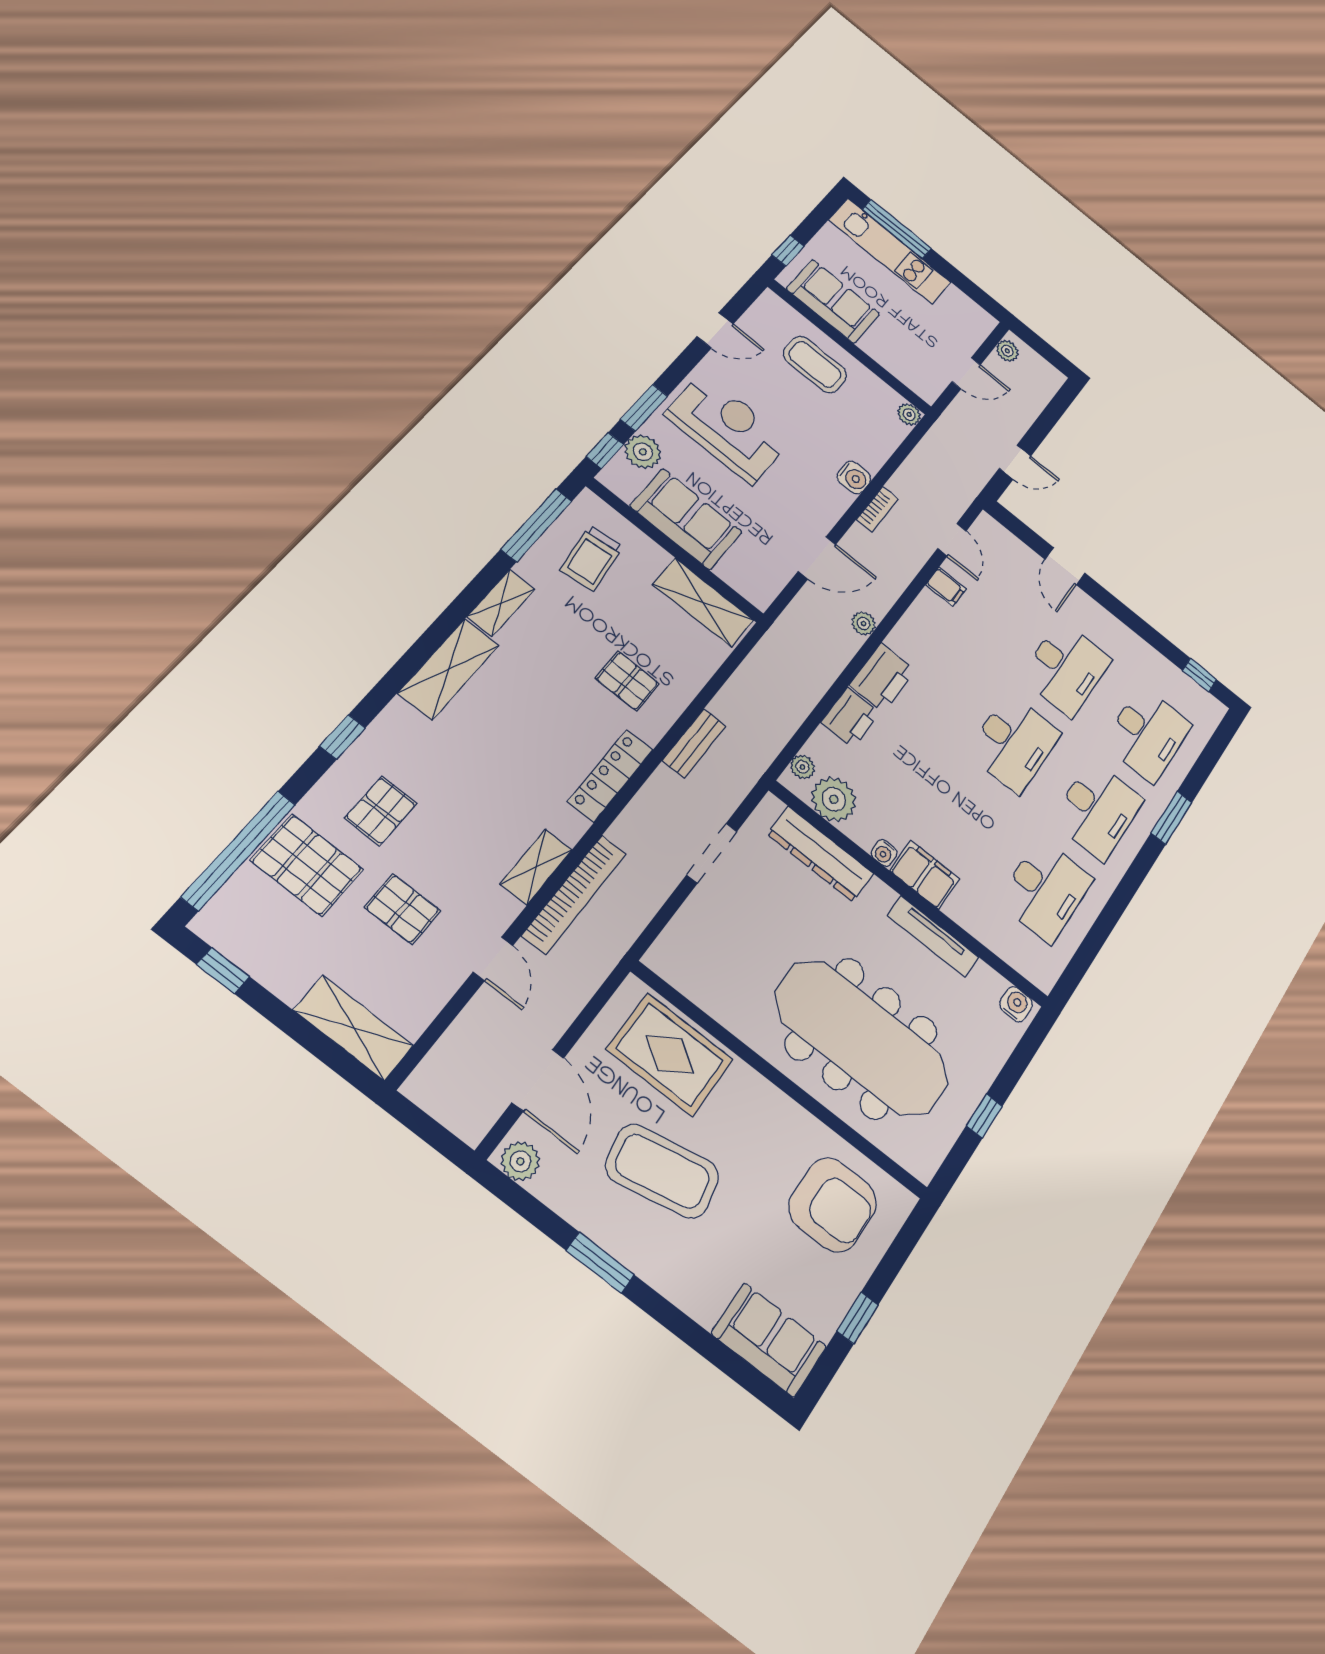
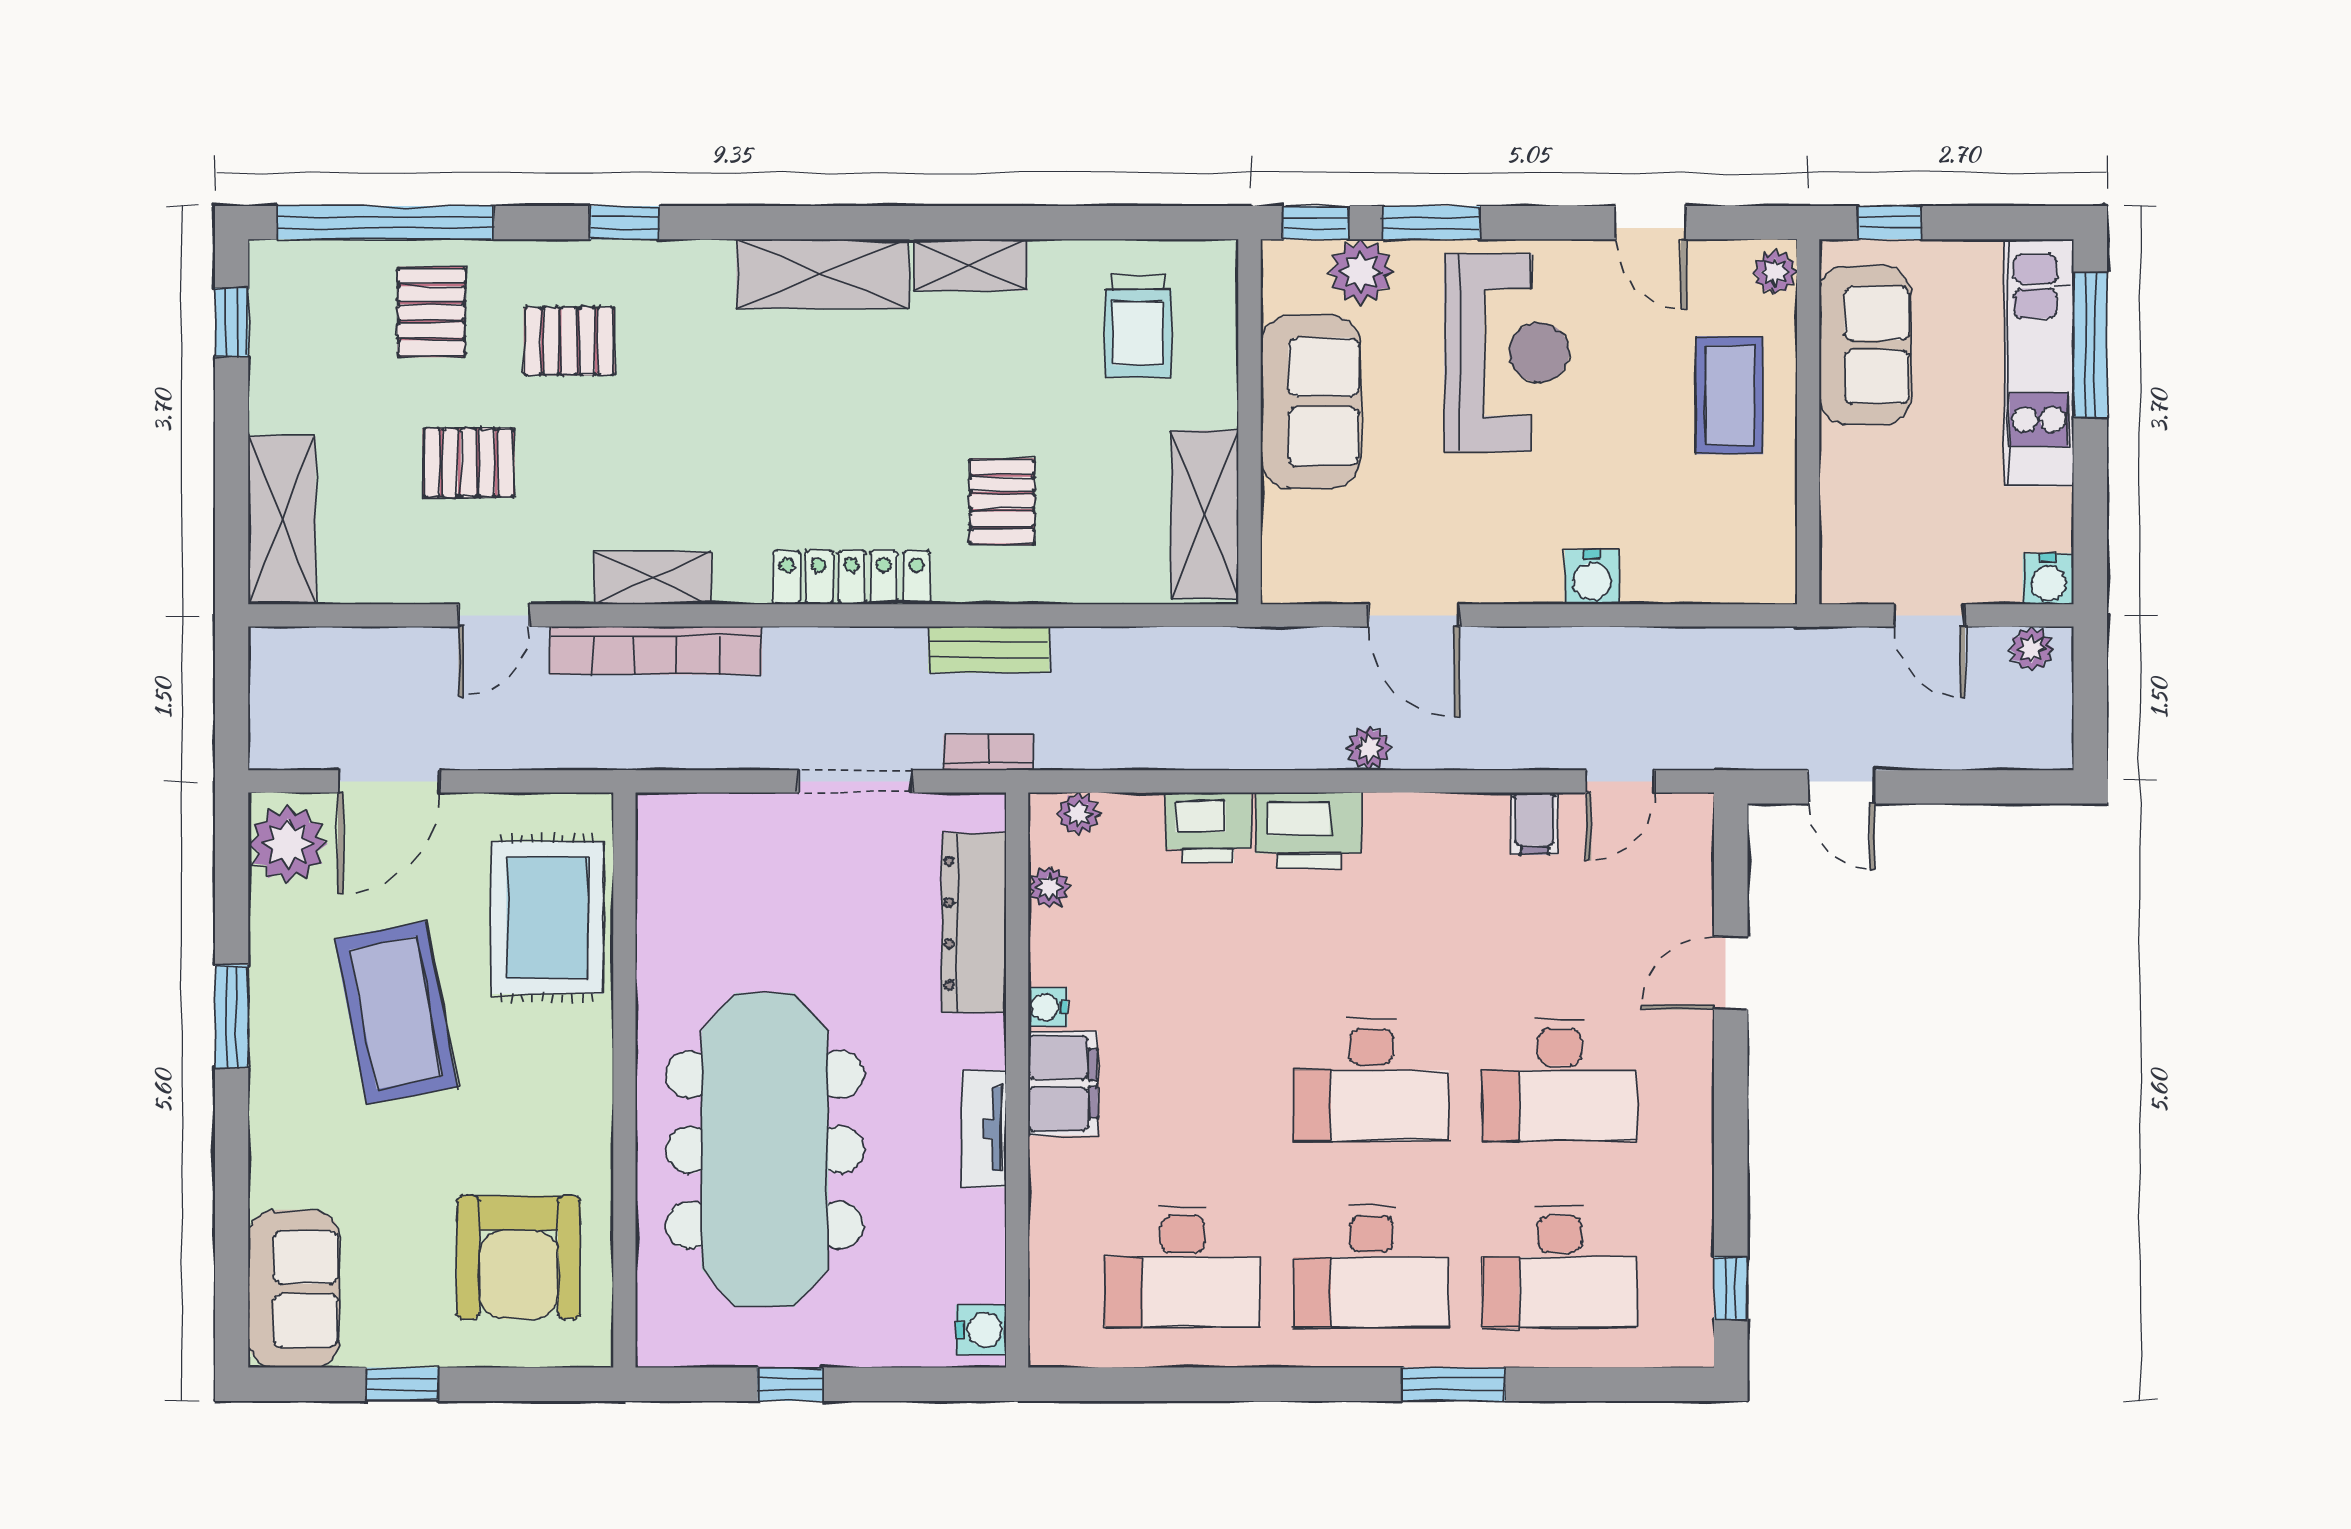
water cooler: (983, 322) -> (2048, 579), added
plant: (909, 414) -> (1775, 272), moved
bookcase: (877, 509) -> (988, 752), moved, turned 180
window: (537, 525) -> (1122, 223), removed
trolley: (592, 558) -> (1138, 326), turned -83
plant: (834, 799) -> (1049, 887), width x0.53, depth x0.53
pallet: (307, 865) -> (431, 312), width x0.67, depth x0.71
pallet: (403, 909) -> (469, 463), turned 90
tv unit: (933, 936) -> (984, 1129), width x0.71
plant: (520, 1161) -> (288, 844), width x1.36, depth x1.36

